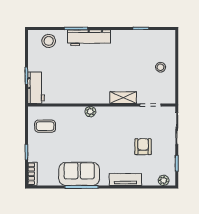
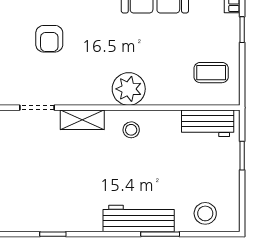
stool: (161, 67) -> (131, 130), moved
workbench: (36, 88) -> (208, 123), moved, turned -90
plant: (90, 112) -> (129, 89), width x1.88, depth x1.88

